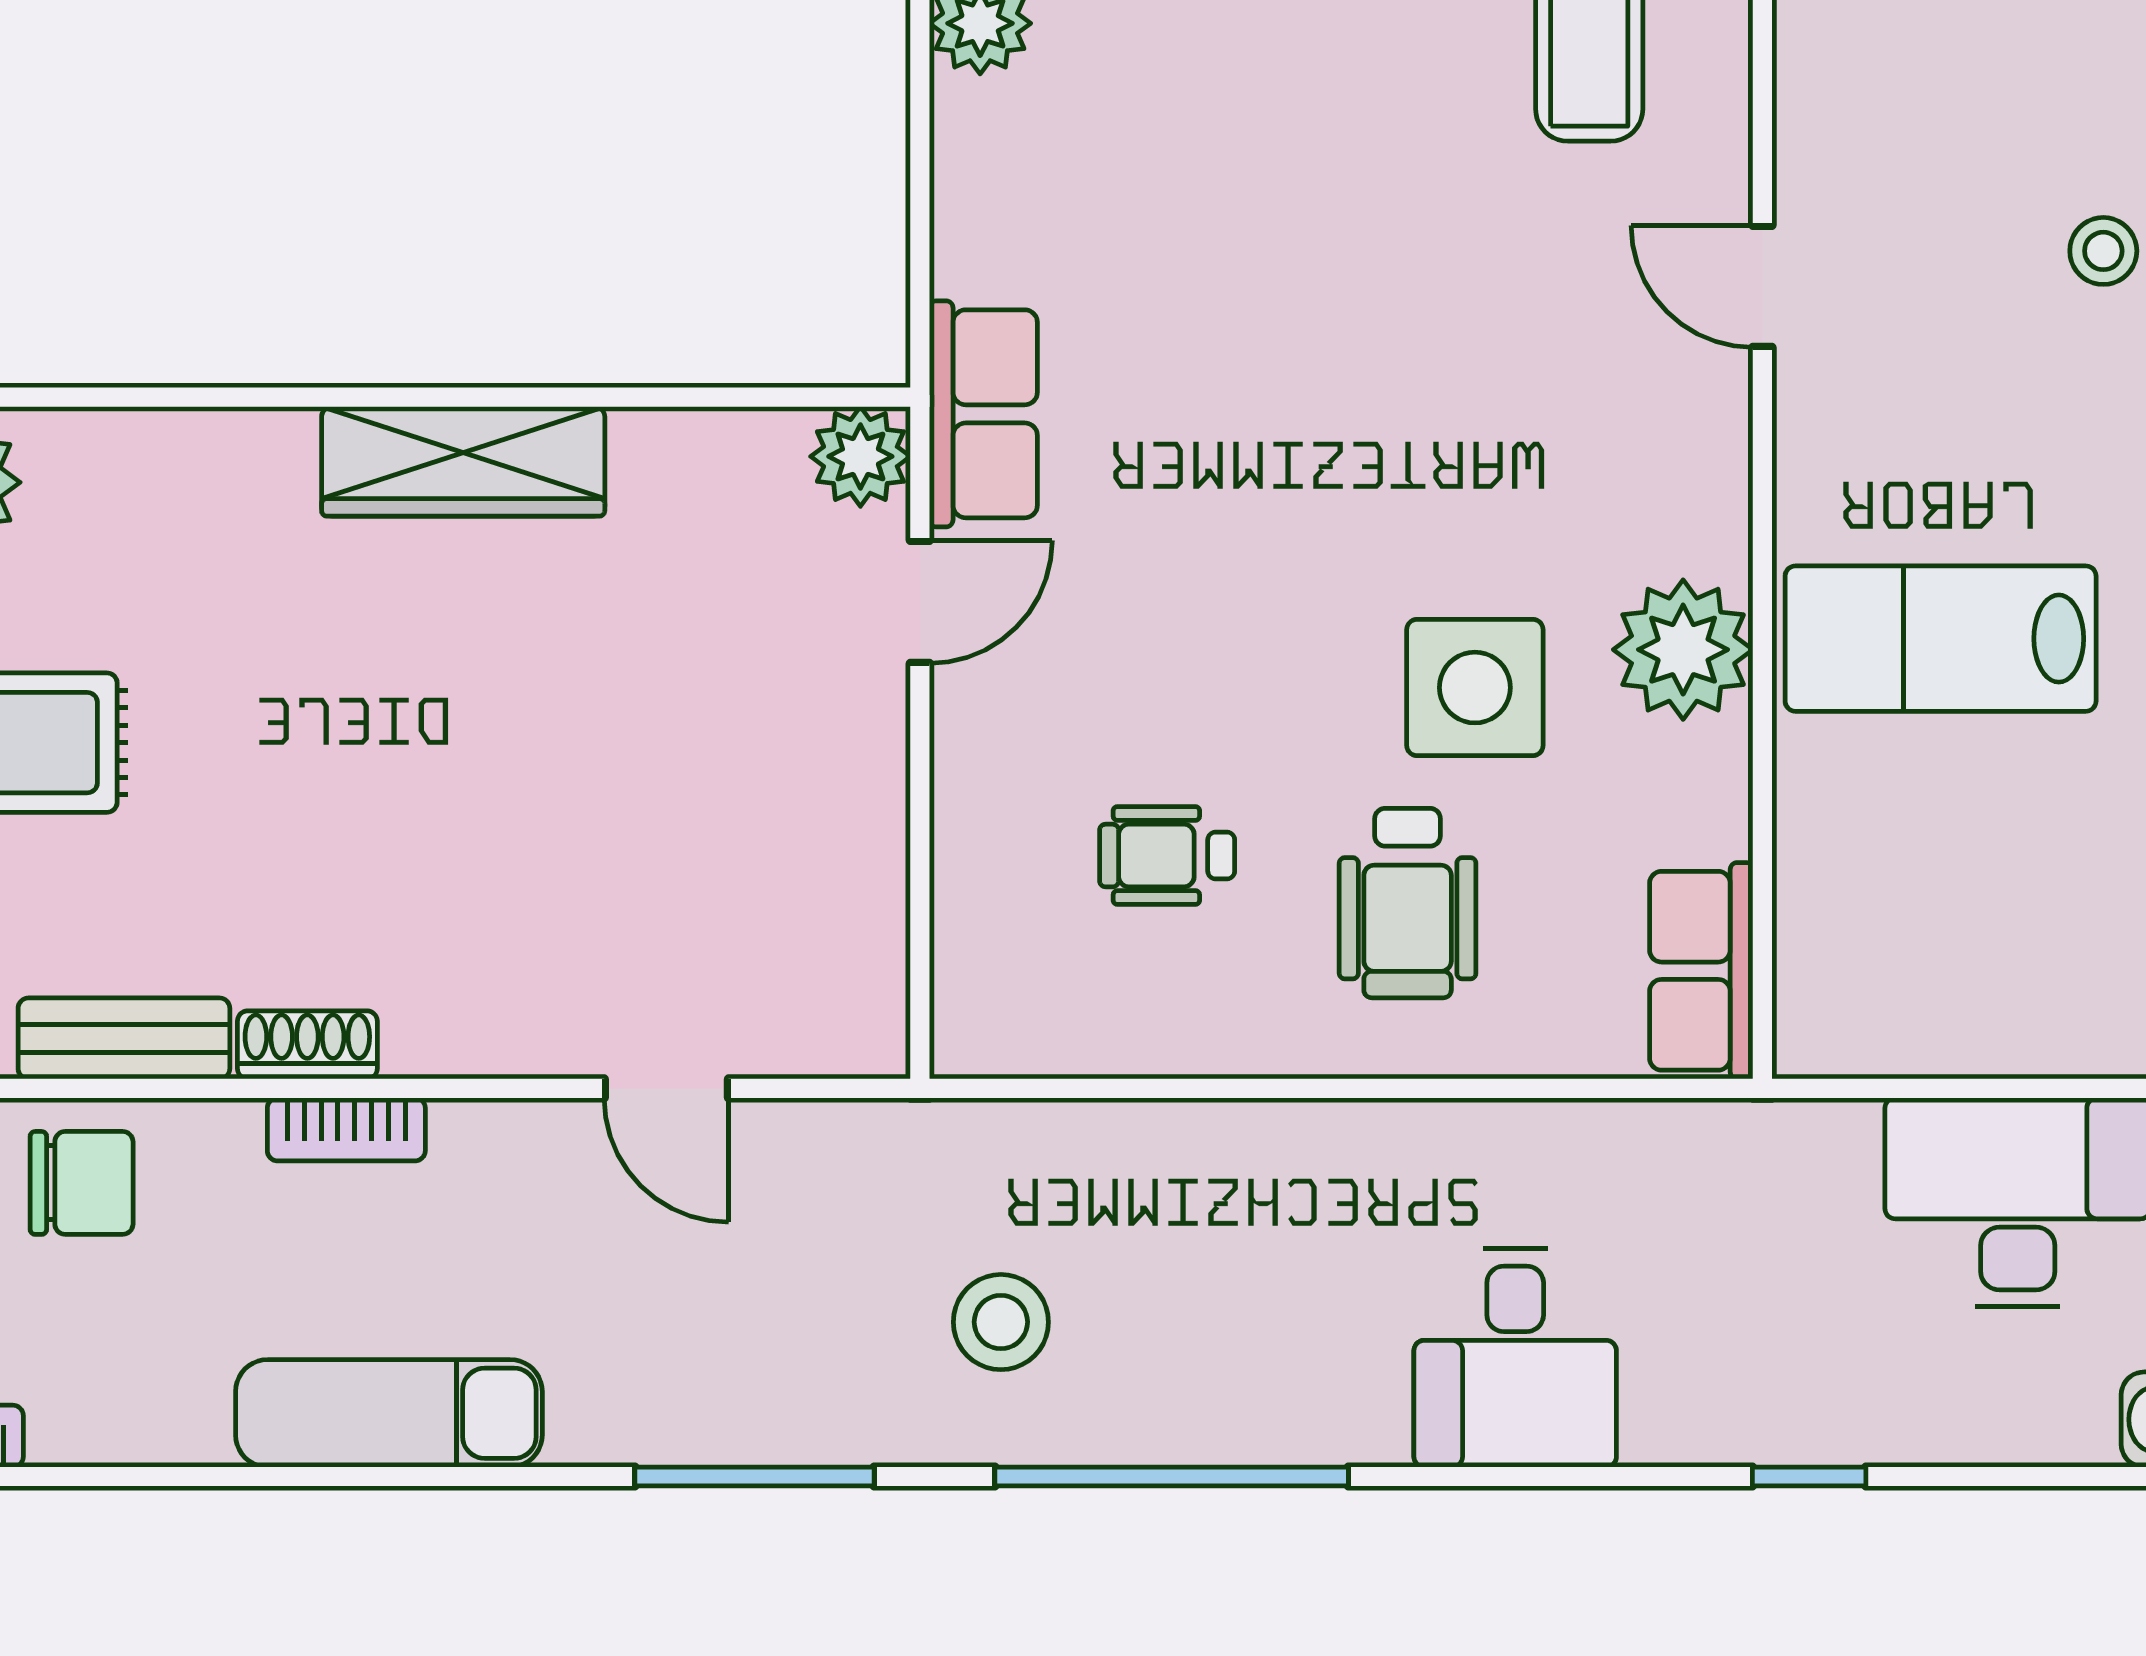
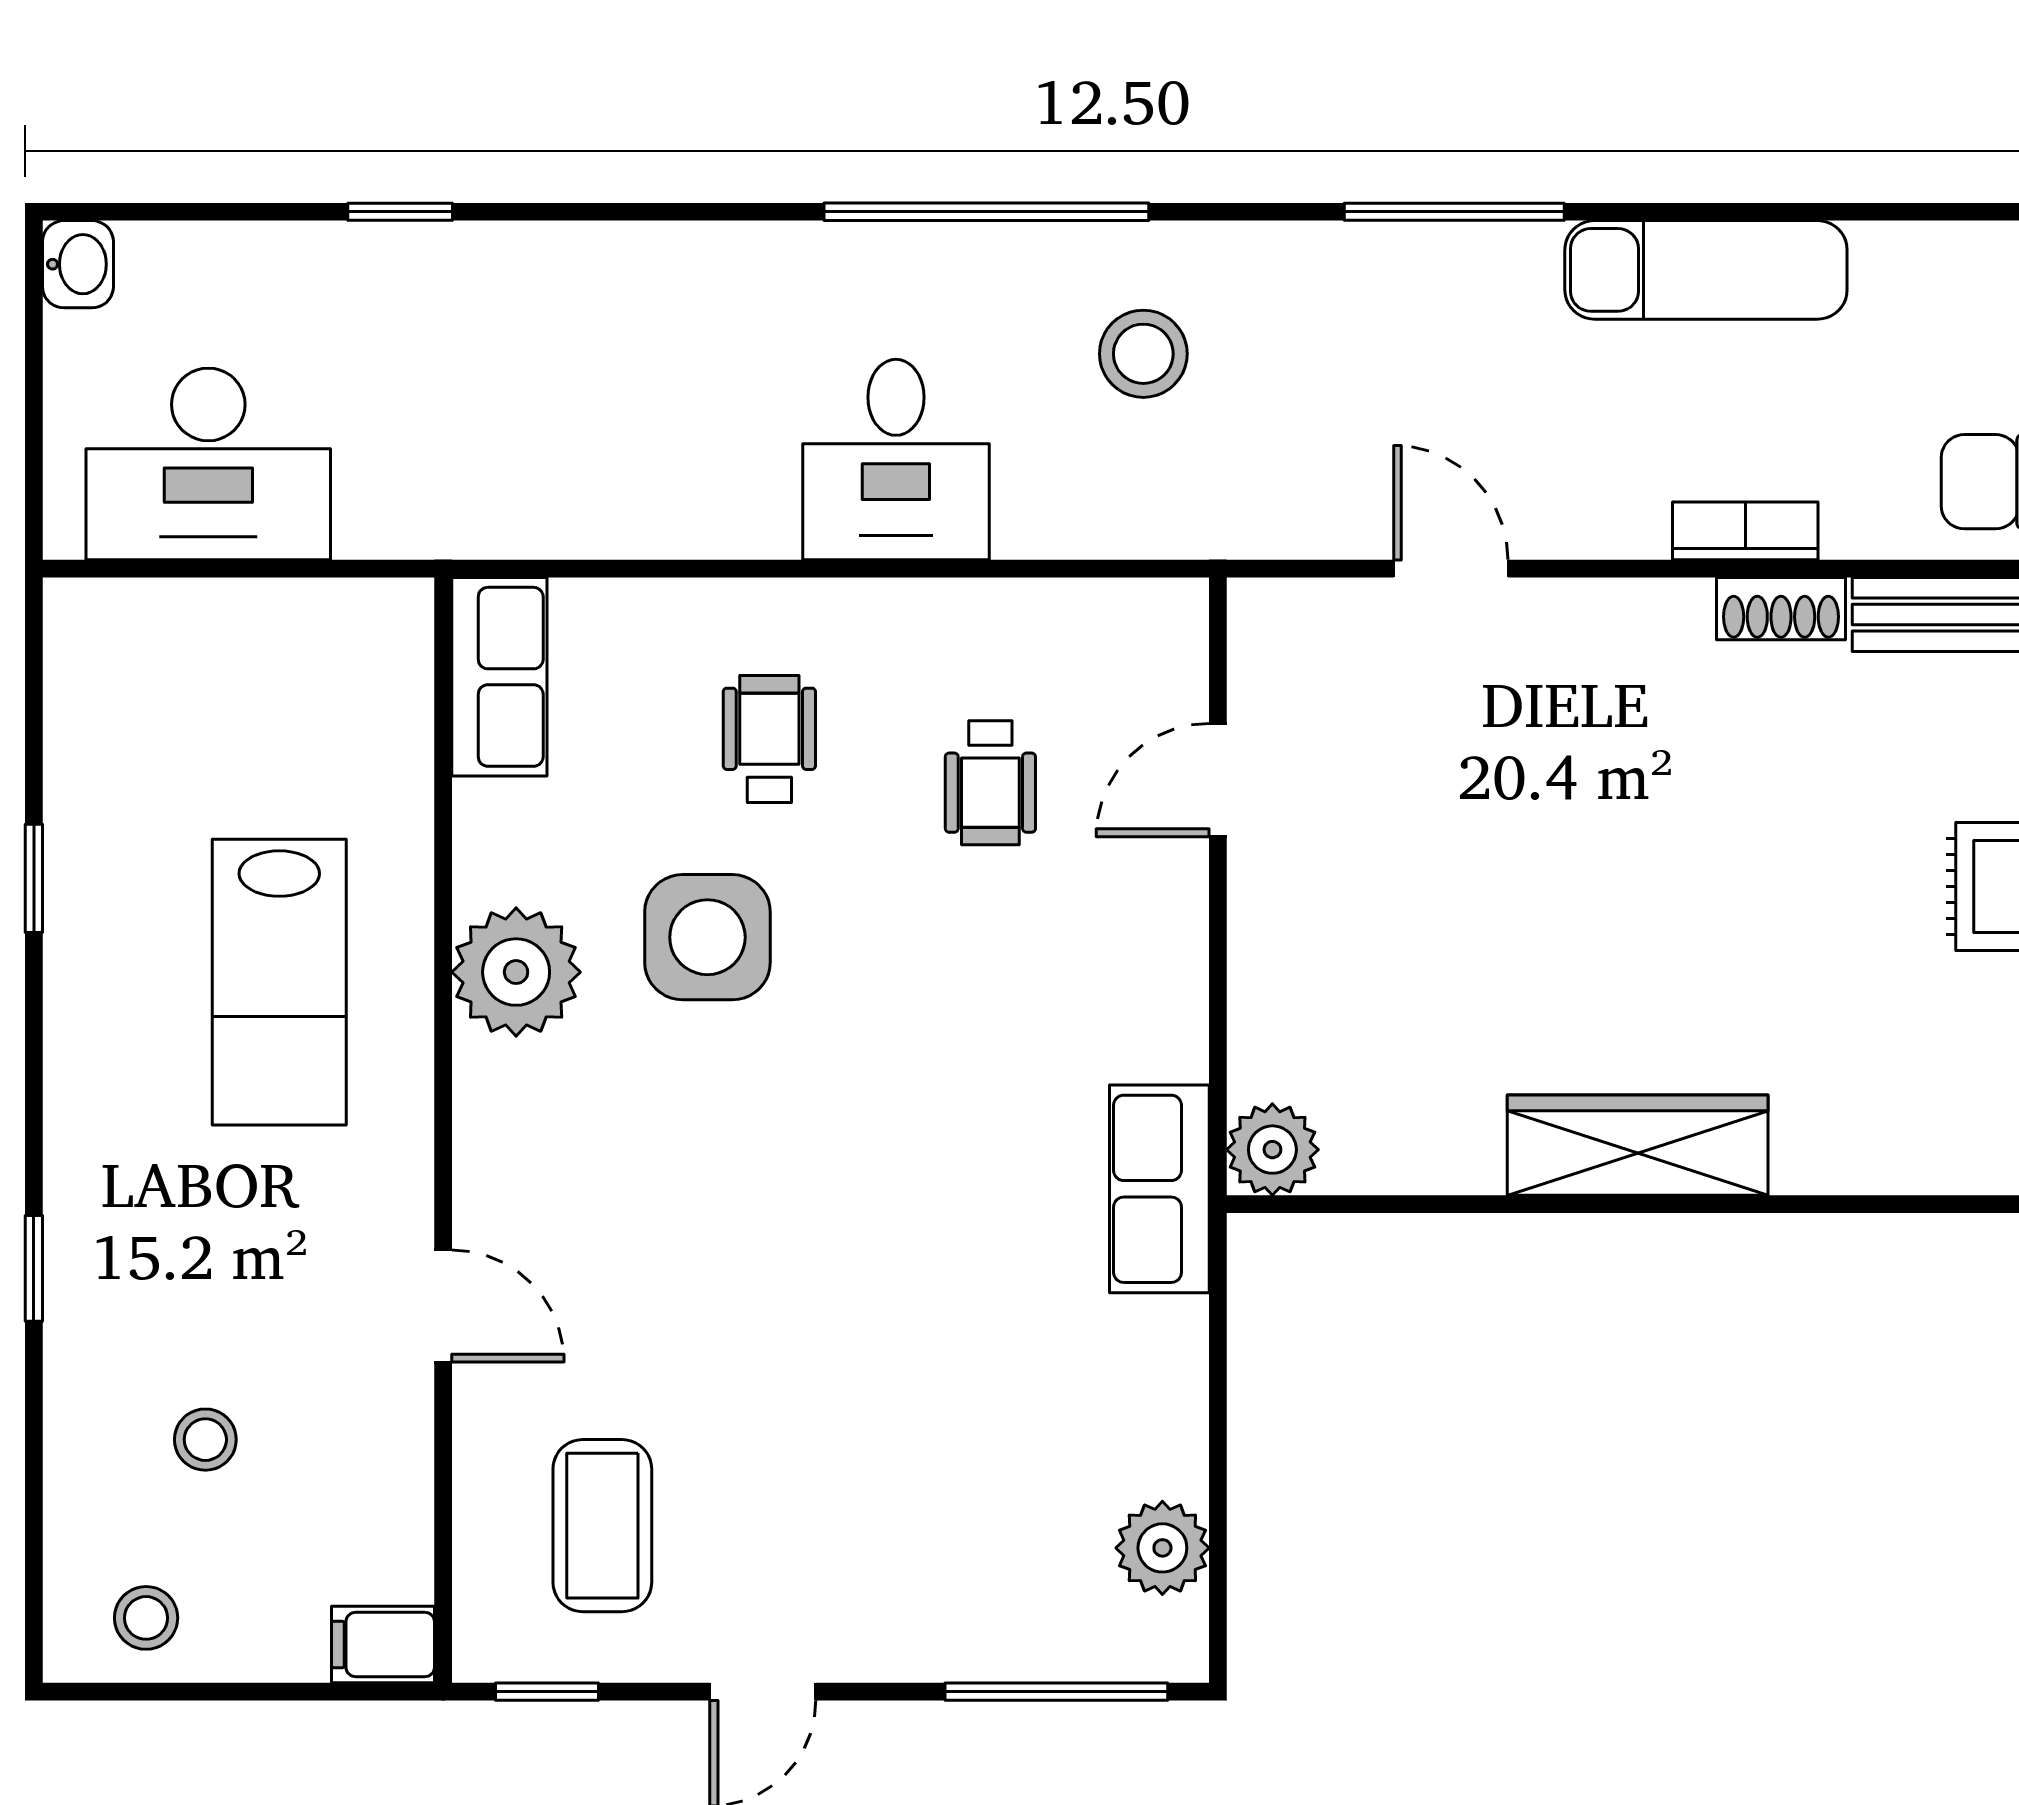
stool: (2103, 251) -> (205, 1440), moved
door: (920, 602) -> (1218, 780), moved
lab bench: (1941, 639) -> (279, 982), turned 90
wheelchair: (1167, 856) -> (990, 783), turned 90
wheelchair: (1408, 903) -> (769, 739), width x0.73, depth x0.73
desk: (1515, 1358) -> (896, 460), moved, turned 180
window: (754, 1476) -> (1454, 212), moved

